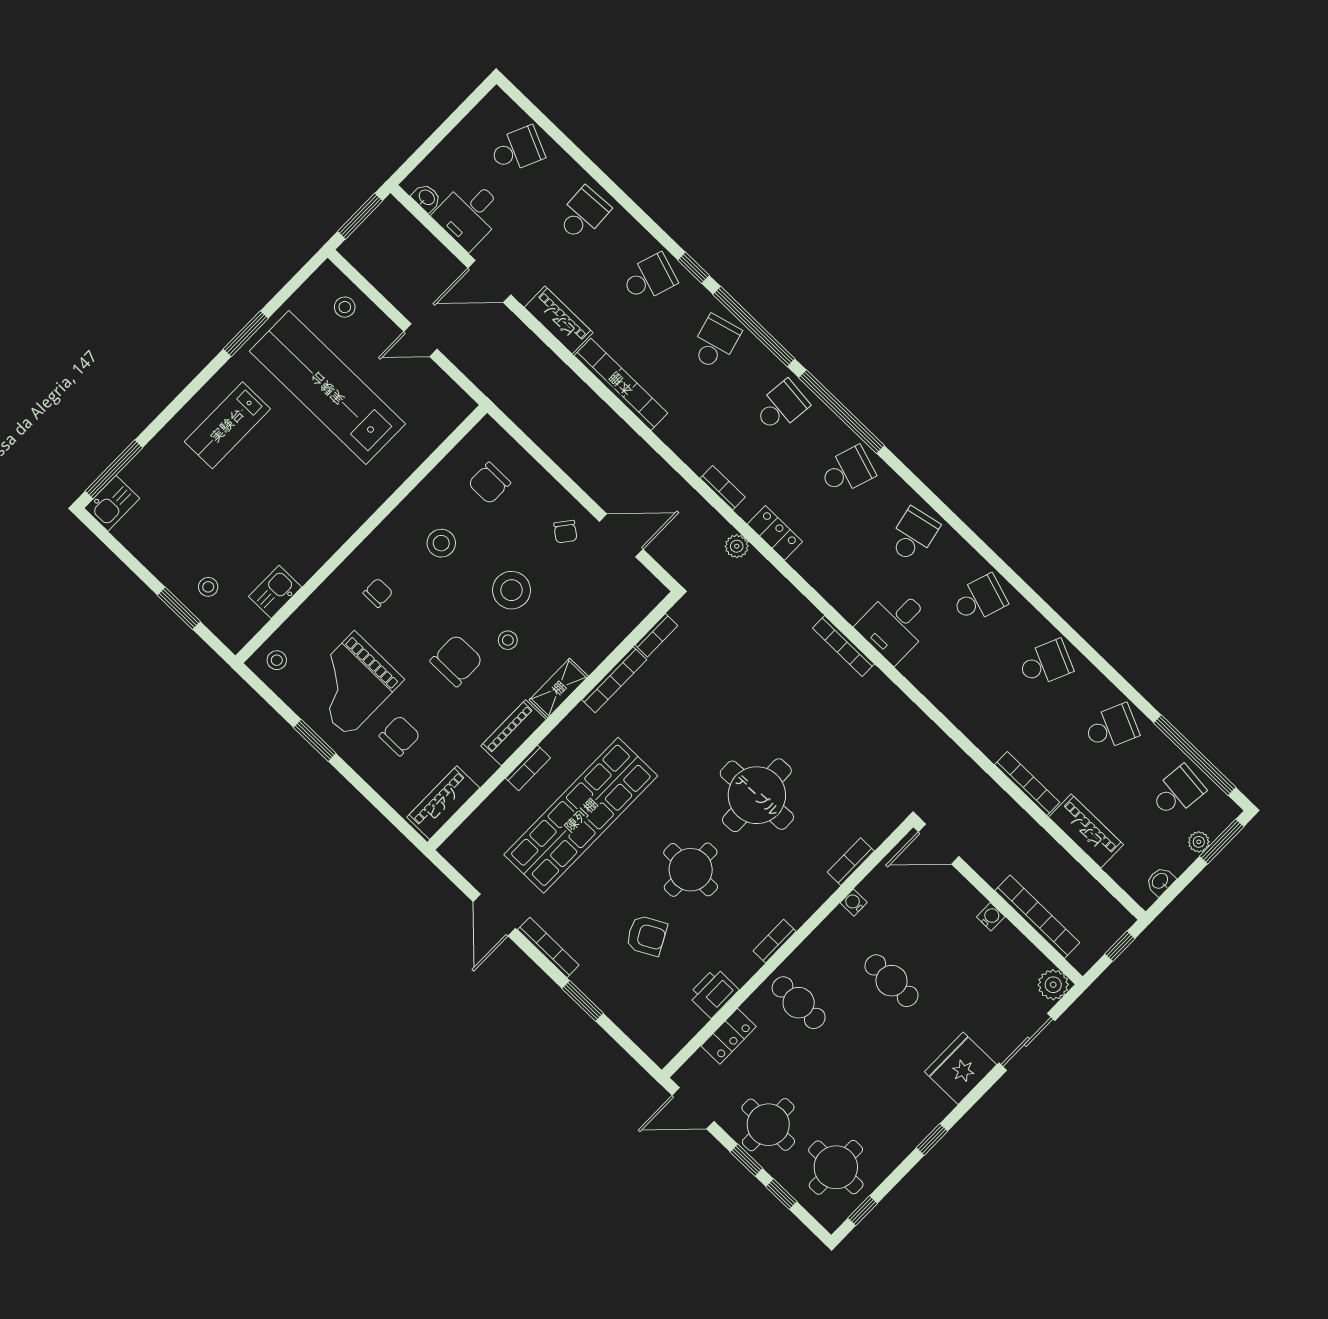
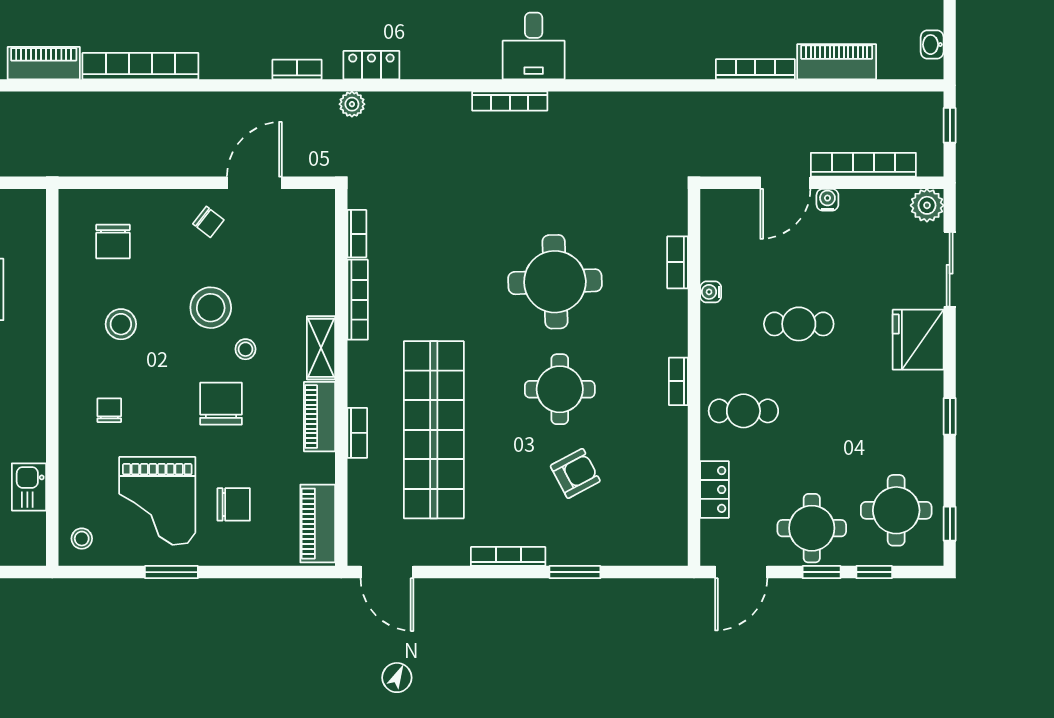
chair: (400, 736) -> (234, 504), turned 90
door: (939, 844) -> (785, 183), moved
door: (494, 915) -> (387, 572), moved
printer: (713, 993) -> (670, 467), removed

